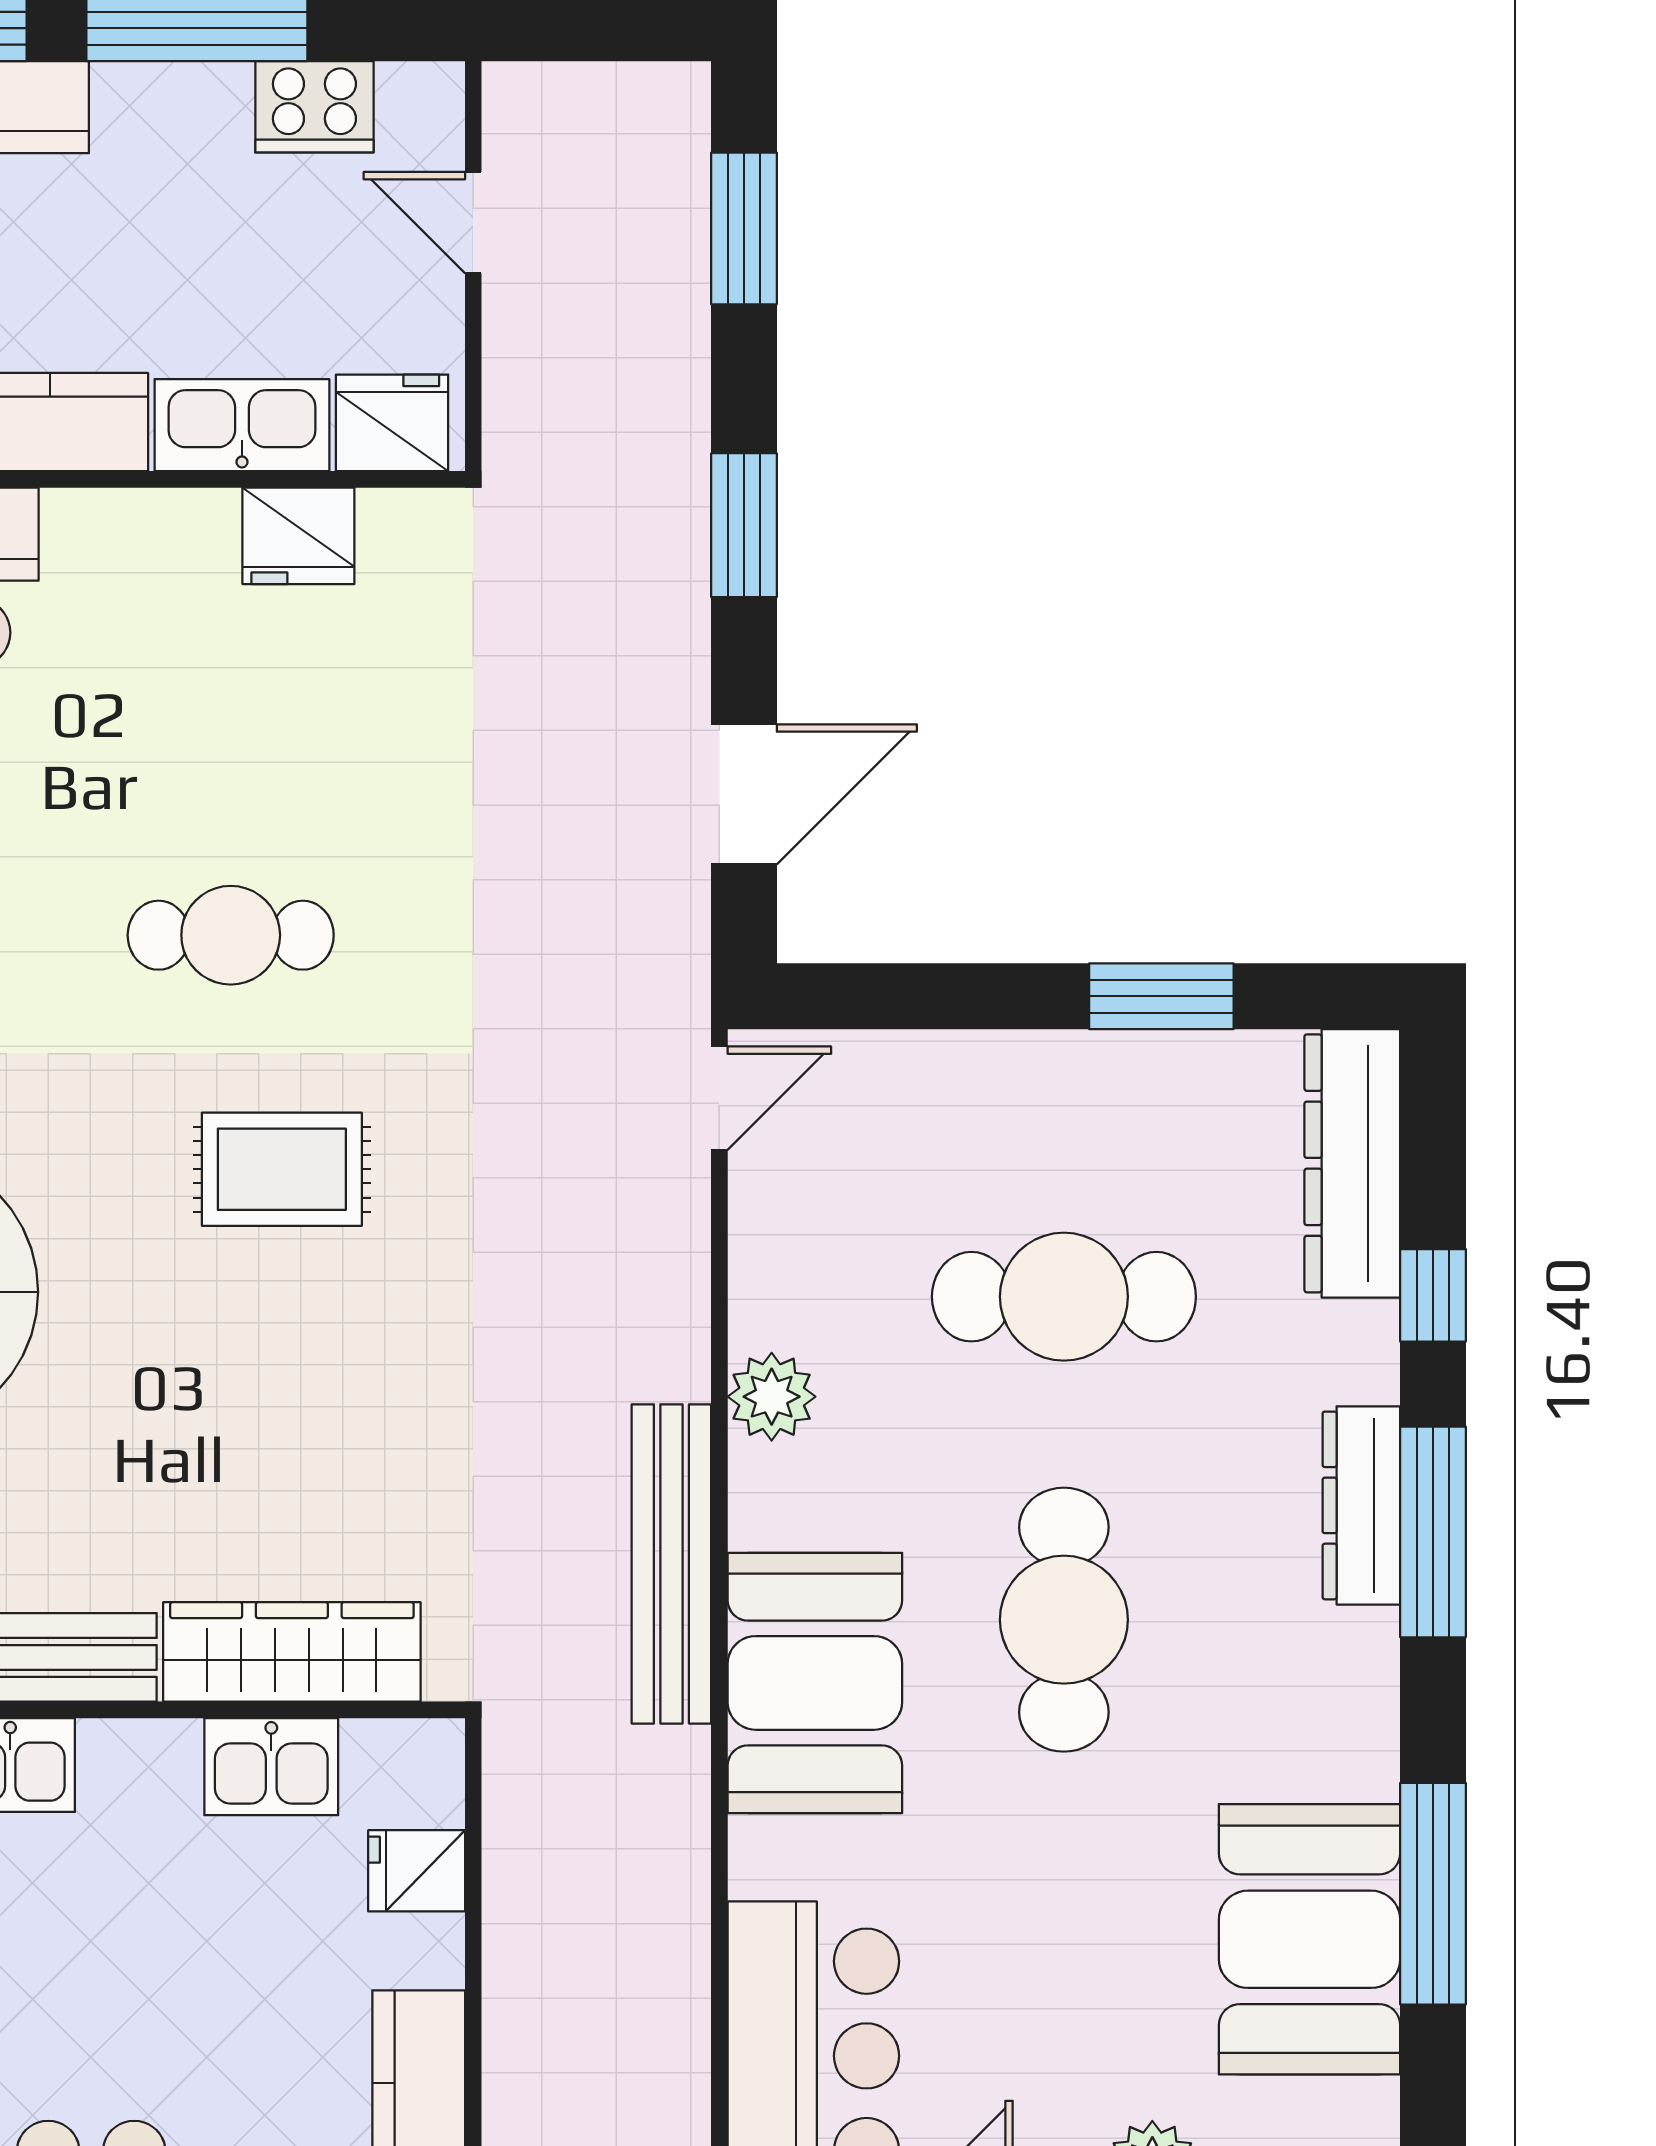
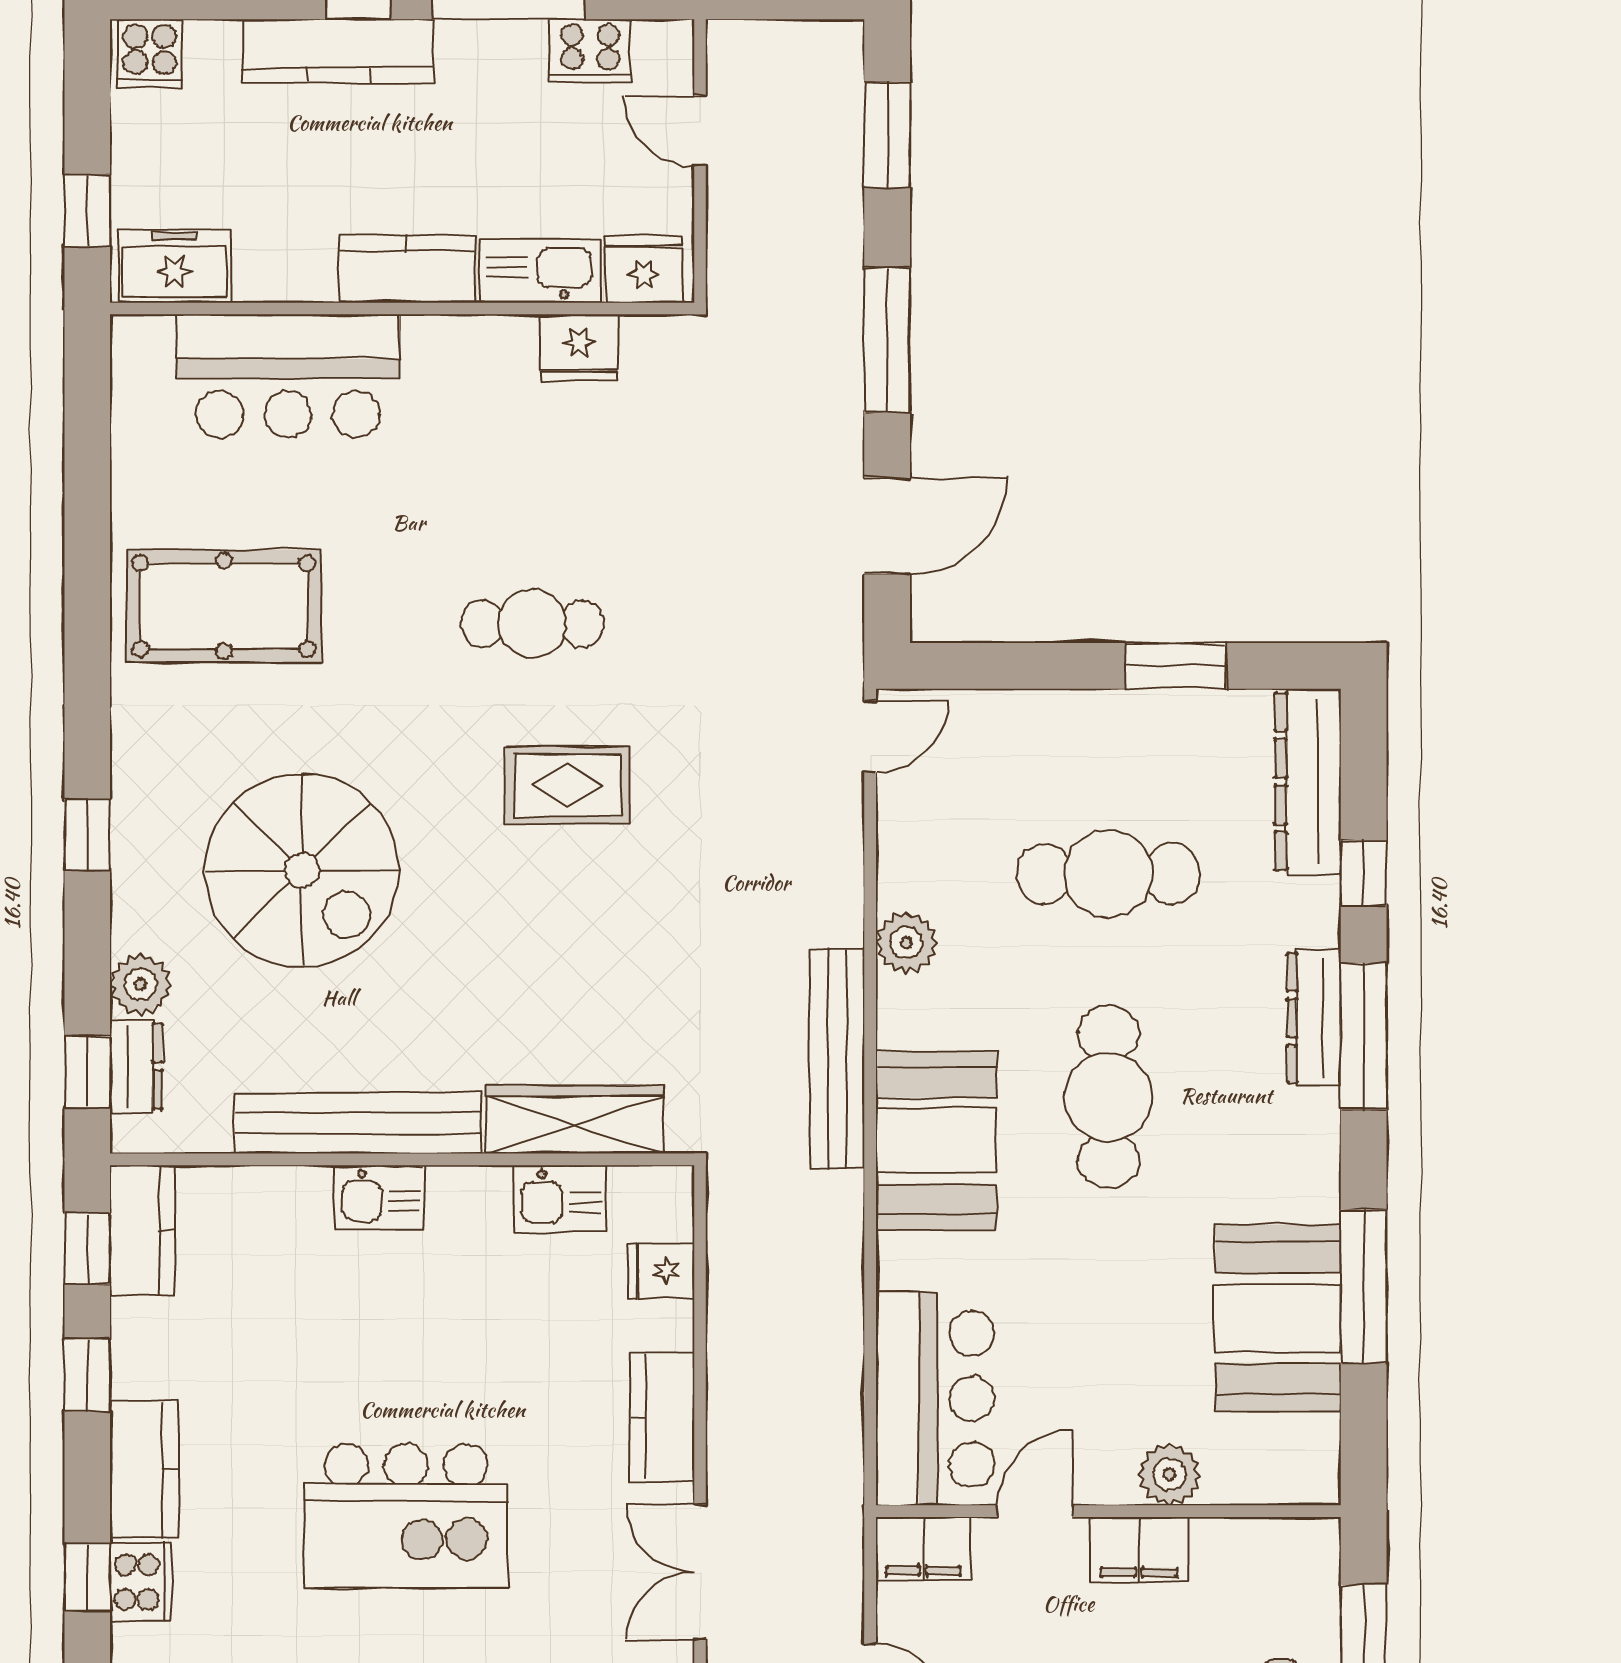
window: (744, 525) -> (887, 340), width x1.44

